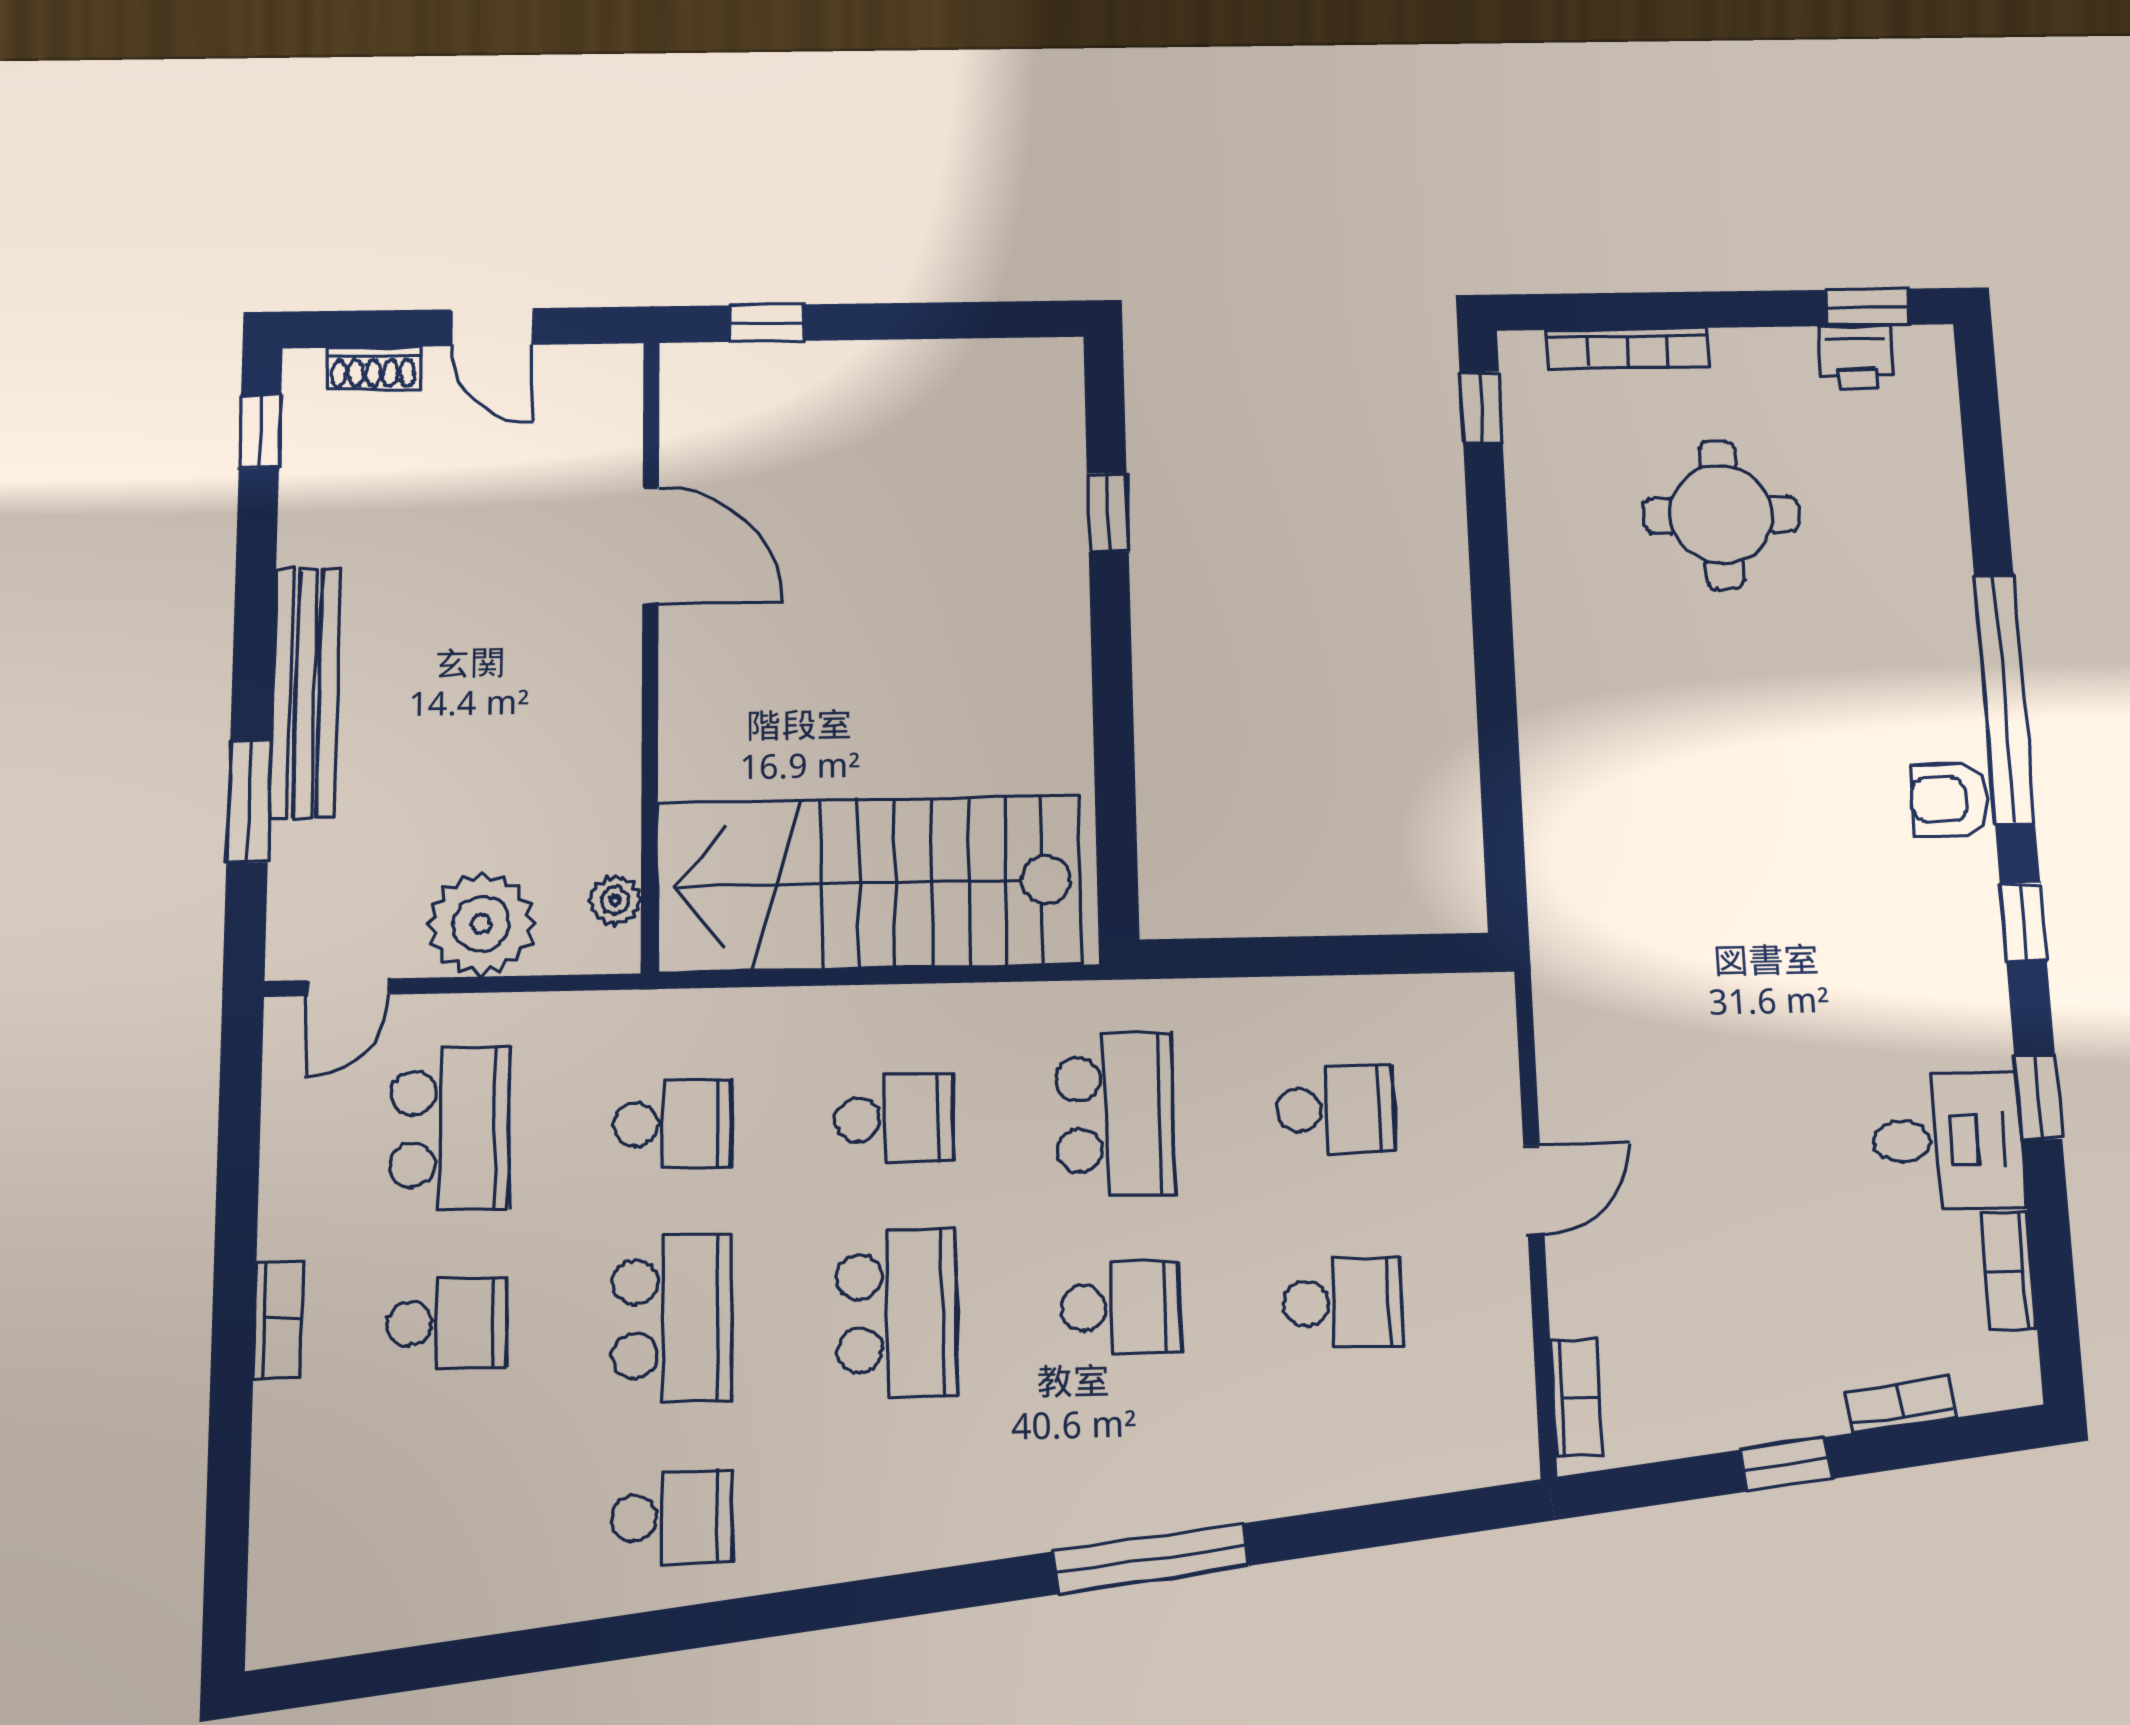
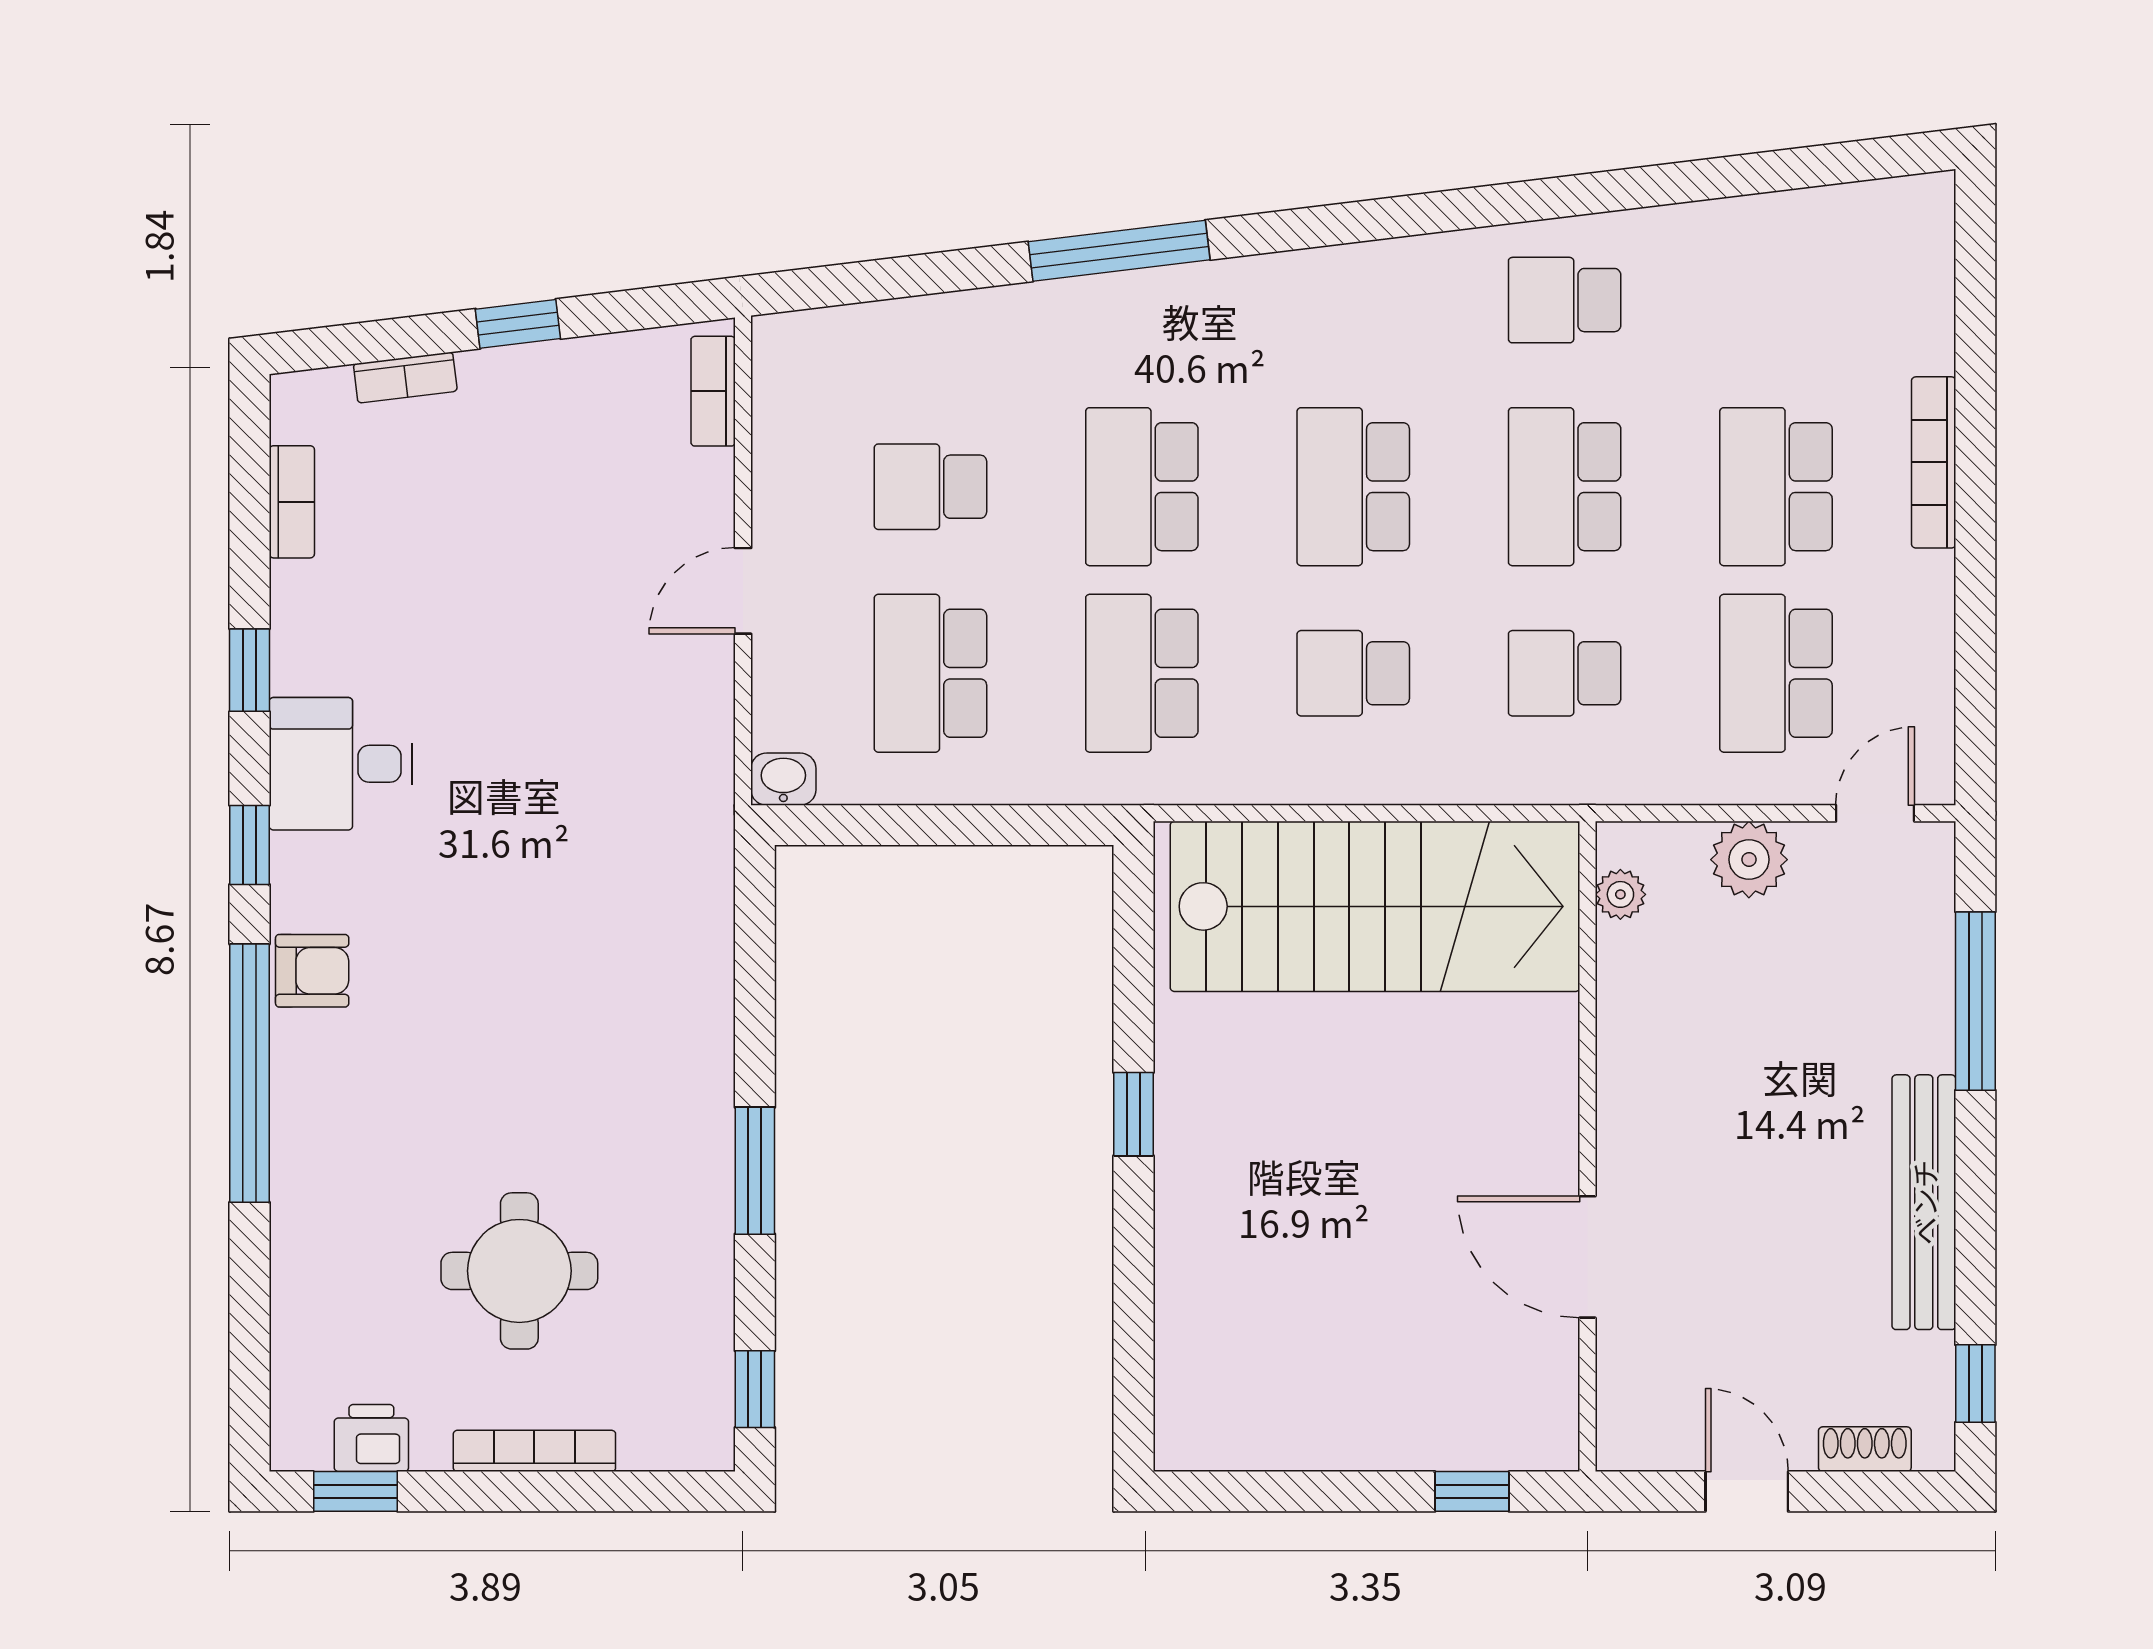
bookcase: (1627, 348) -> (534, 1451), moved
window: (1108, 512) -> (1134, 1114), moved
window: (1492, 614) -> (755, 1171), added
bench: (305, 692) -> (1924, 1202), moved
window: (249, 801) -> (1975, 1001), width x1.44
plant: (481, 924) -> (1749, 860), width x0.73, depth x0.73
washbasin: (1482, 999) -> (783, 779), added
school desk: (1335, 1109) -> (930, 673), width x1.85
desk: (1948, 1141) -> (341, 764), moved
school desk: (1120, 1308) -> (1142, 487), width x1.85
bookcase: (278, 1320) -> (1934, 462), width x1.56
school desk: (447, 1323) -> (1776, 487), width x1.85

